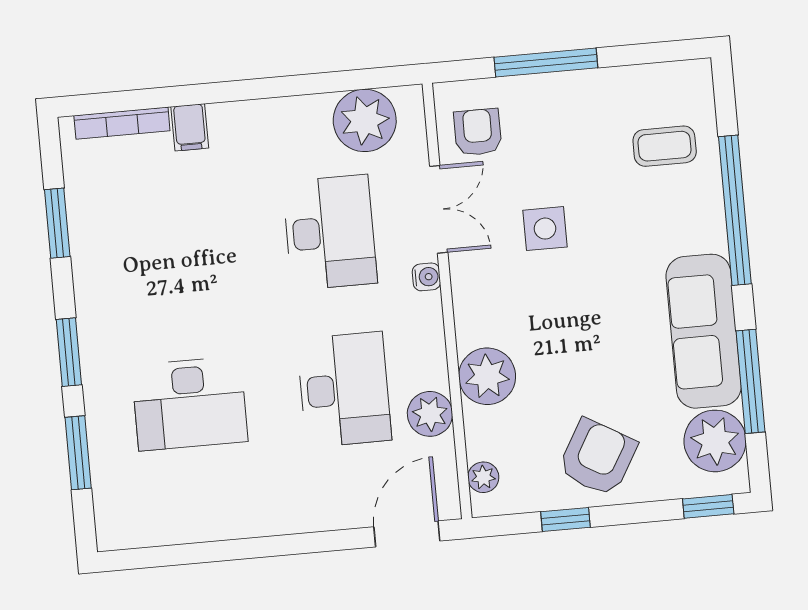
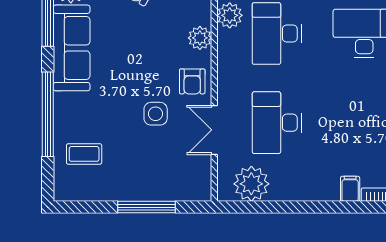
armchair: (478, 132) -> (192, 81), moved
water cooler: (426, 277) -> (225, 93), removed
plant: (487, 376) -> (200, 38), width x0.73, depth x0.73

